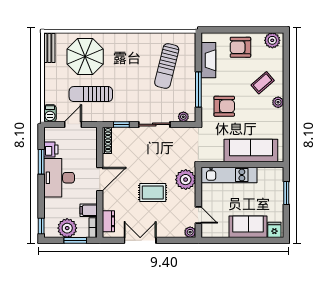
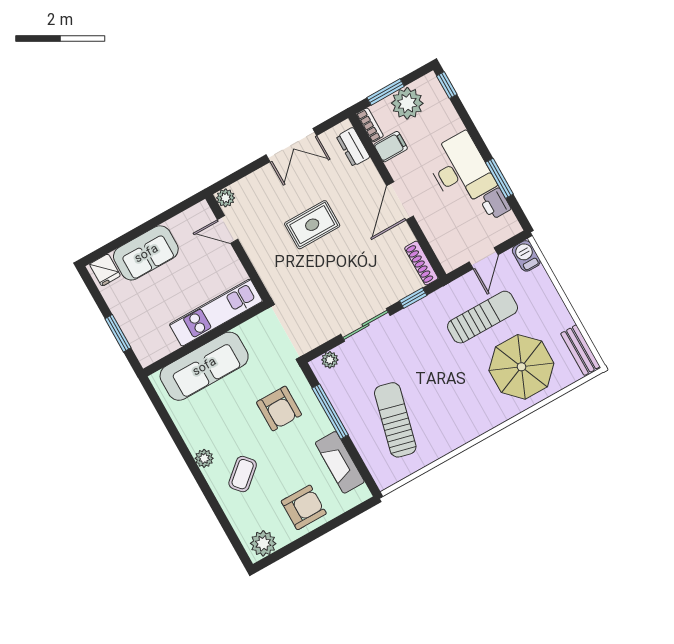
armchair: (224, 106) -> (279, 408), turned -90
plant: (186, 180) -> (275, 270), removed

